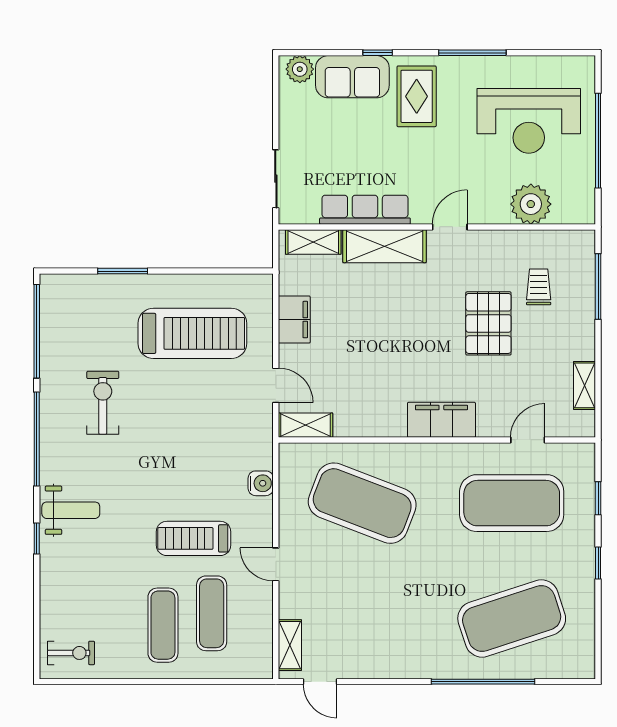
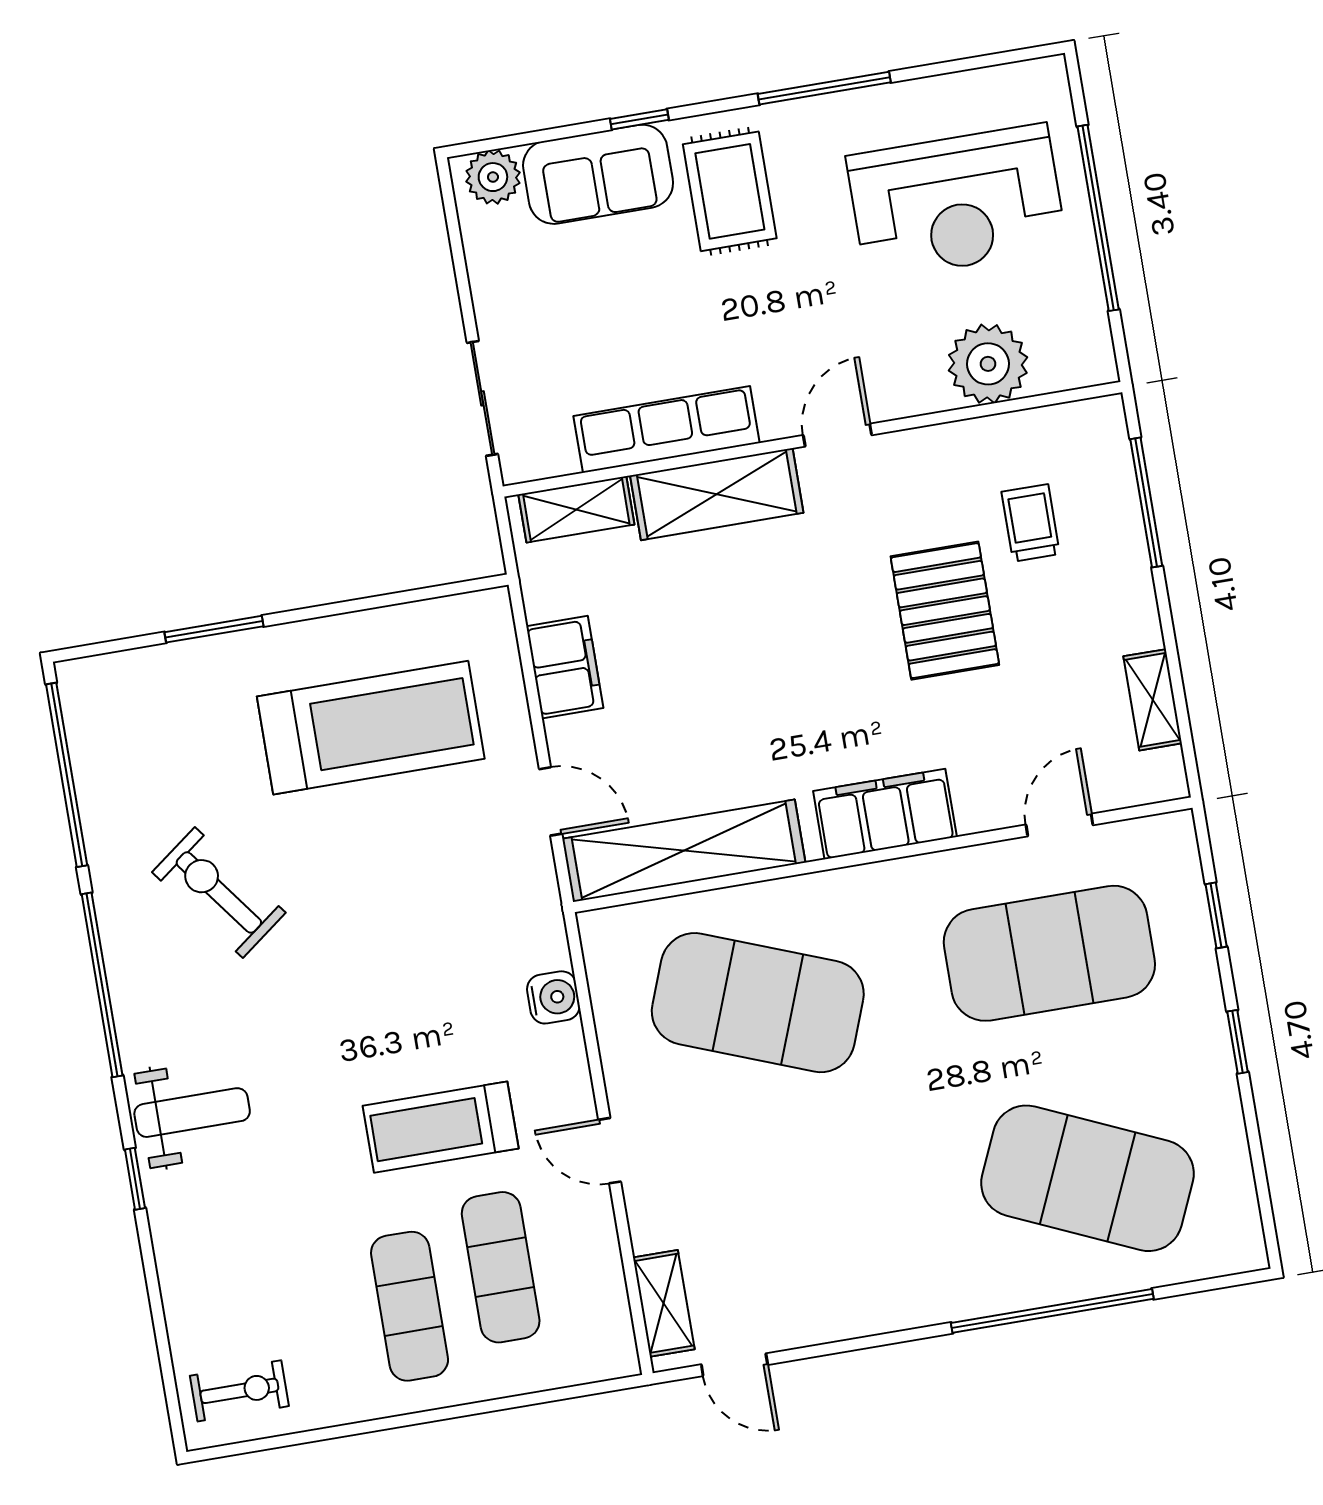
exercise bike: (103, 403) -> (219, 892), turned -37
shelving: (306, 425) -> (684, 851), width x2.20, depth x1.33
exercise mat: (512, 618) -> (1087, 1178), turned 42

